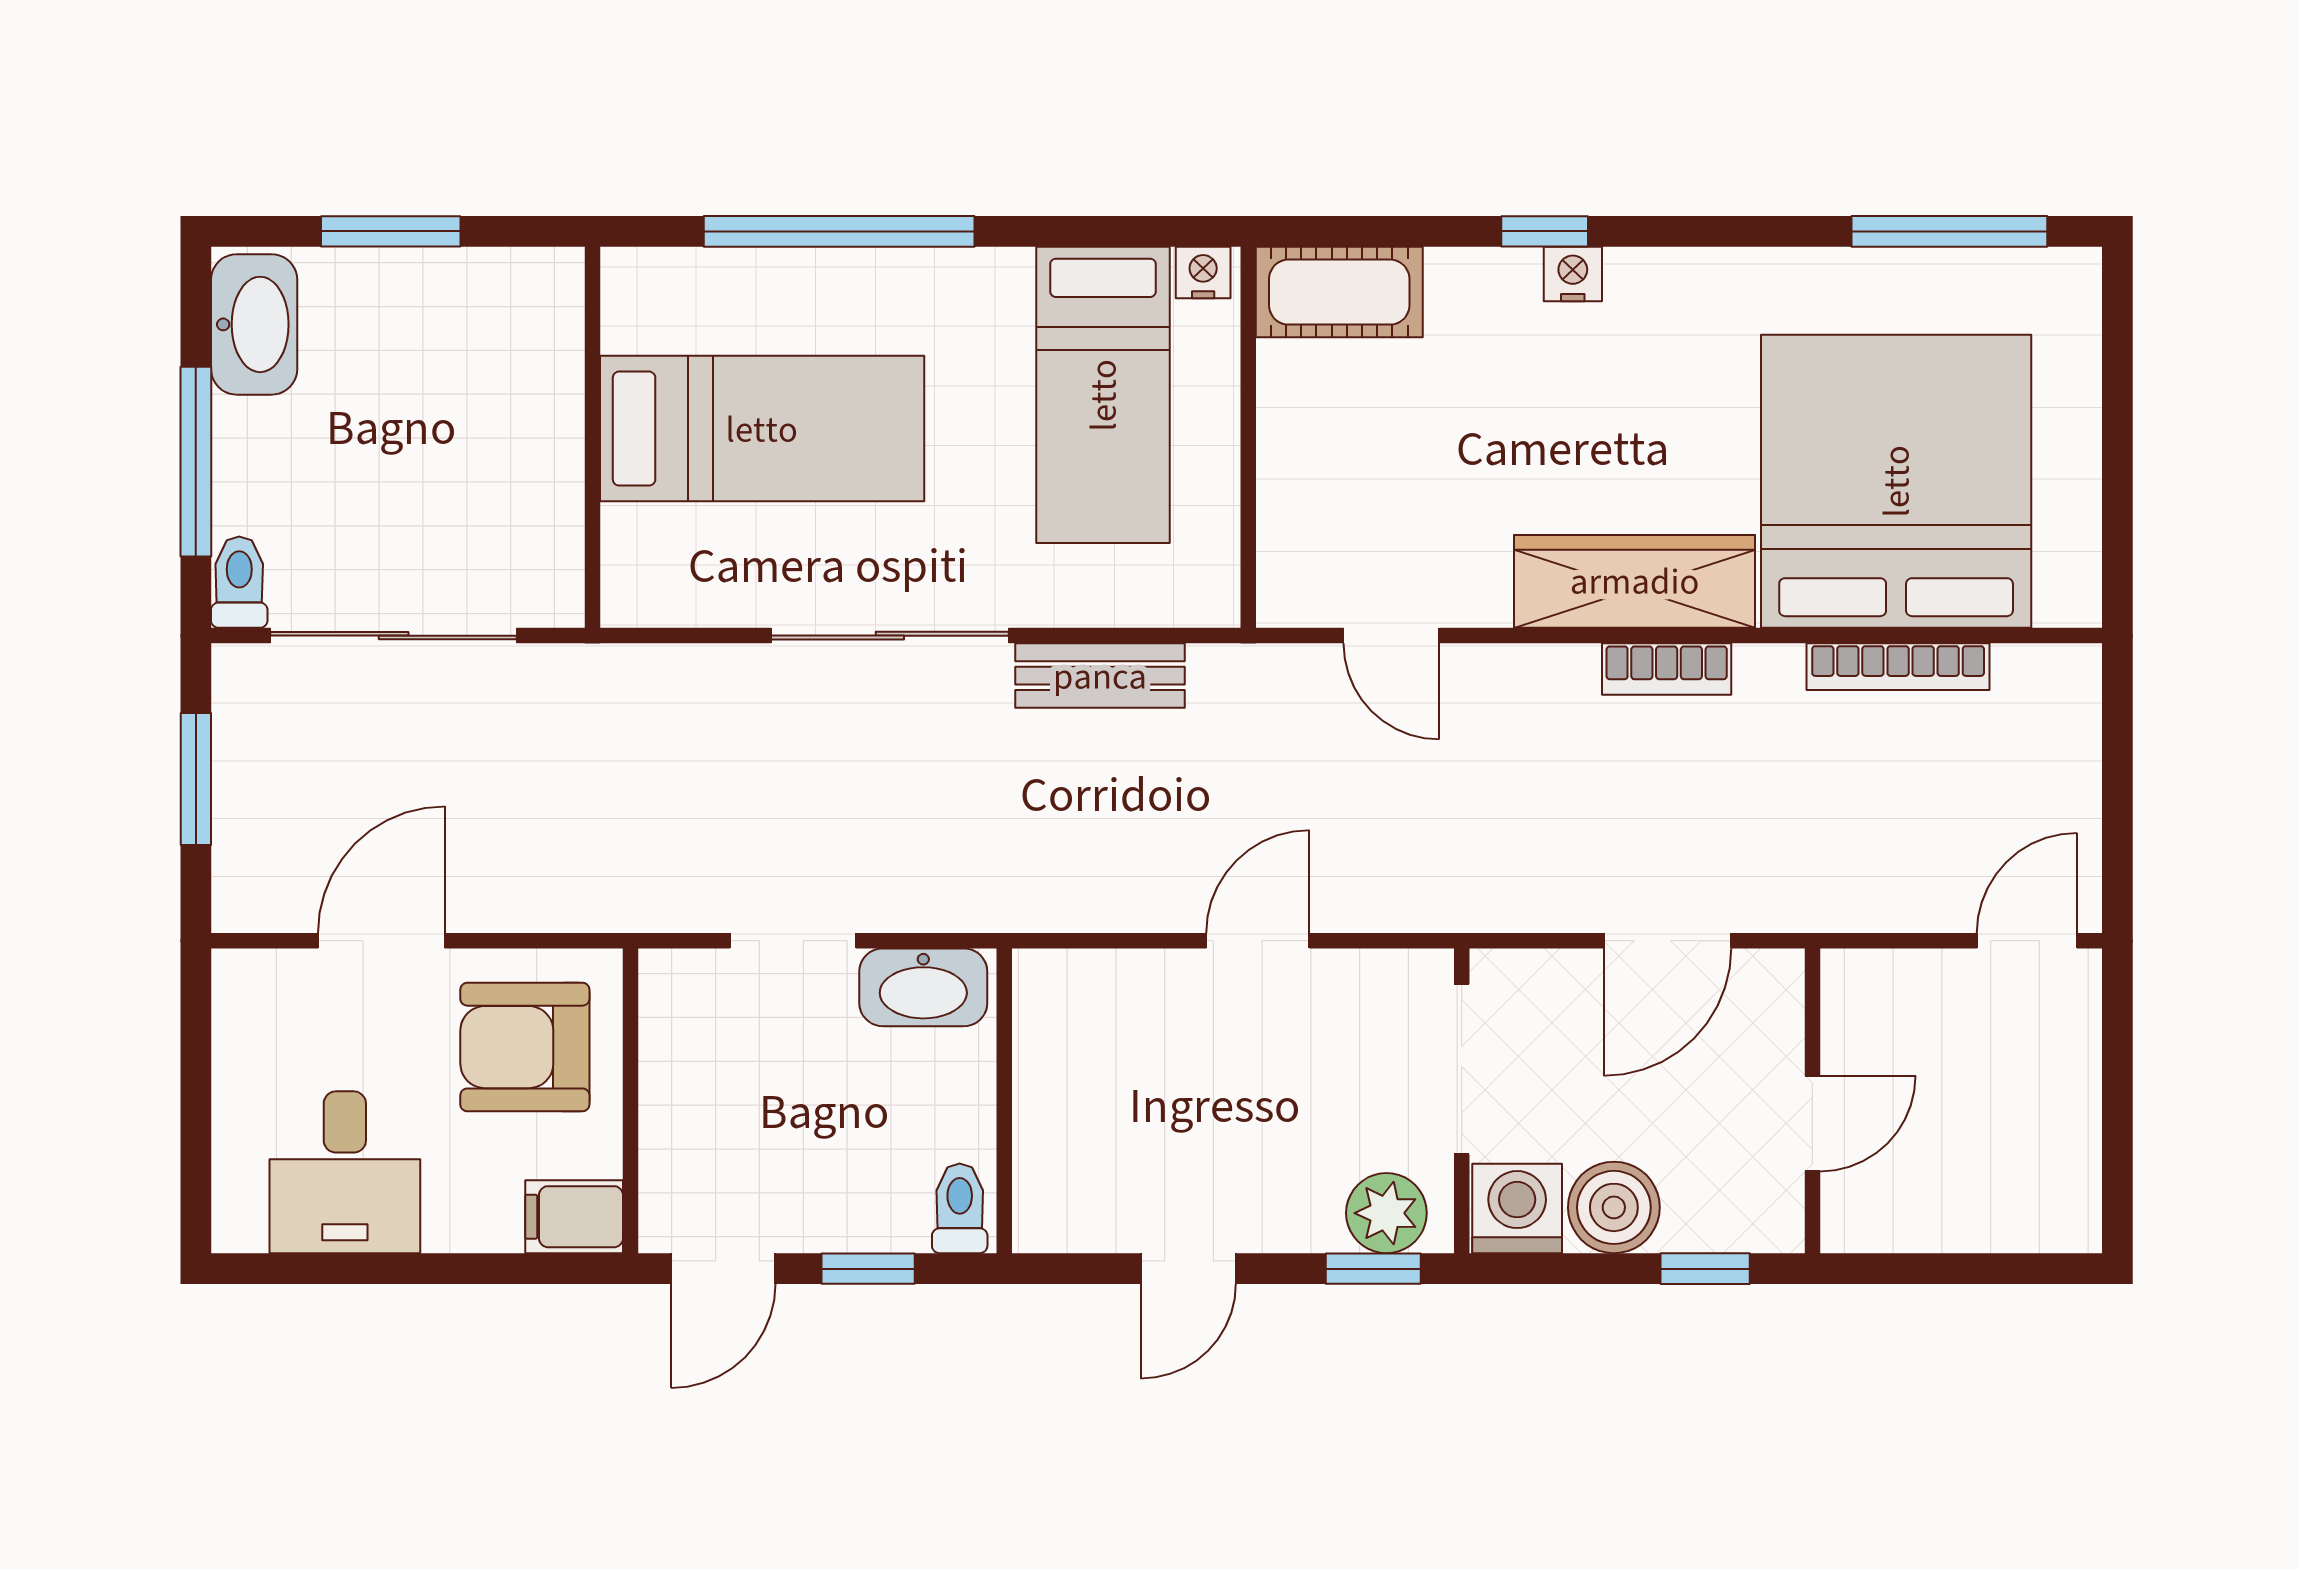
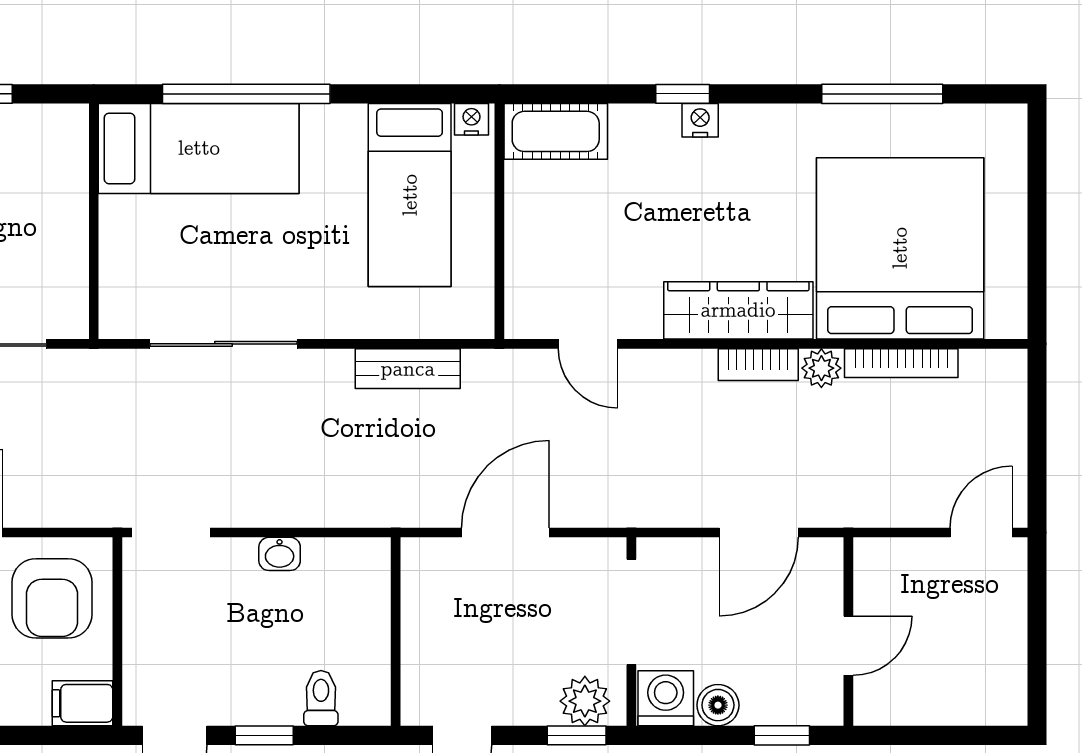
window: (1949, 231) -> (882, 94), moved
bed: (762, 429) -> (199, 148), moved
sliding door: (890, 636) -> (223, 344), moved
plant: (1769, 675) -> (821, 368), added
doorway: (793, 941) -> (171, 533), moved
door: (1258, 941) -> (505, 533), width x1.38
washbasin: (923, 987) -> (280, 554), width x0.52, depth x0.69
armchair: (525, 1047) -> (52, 598), turned -90
wall: (1004, 1101) -> (396, 632), moved
boiler: (1614, 1207) -> (718, 705), width x0.73, depth x0.73

